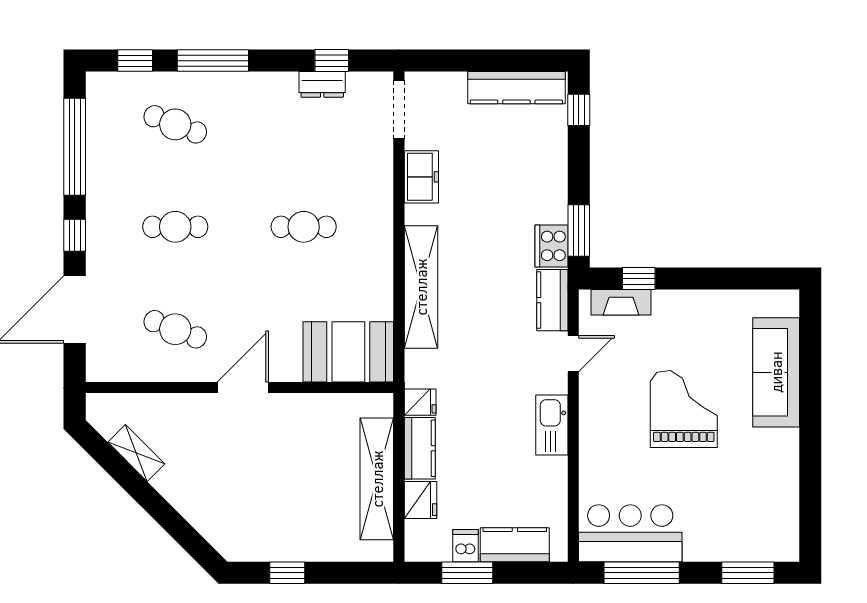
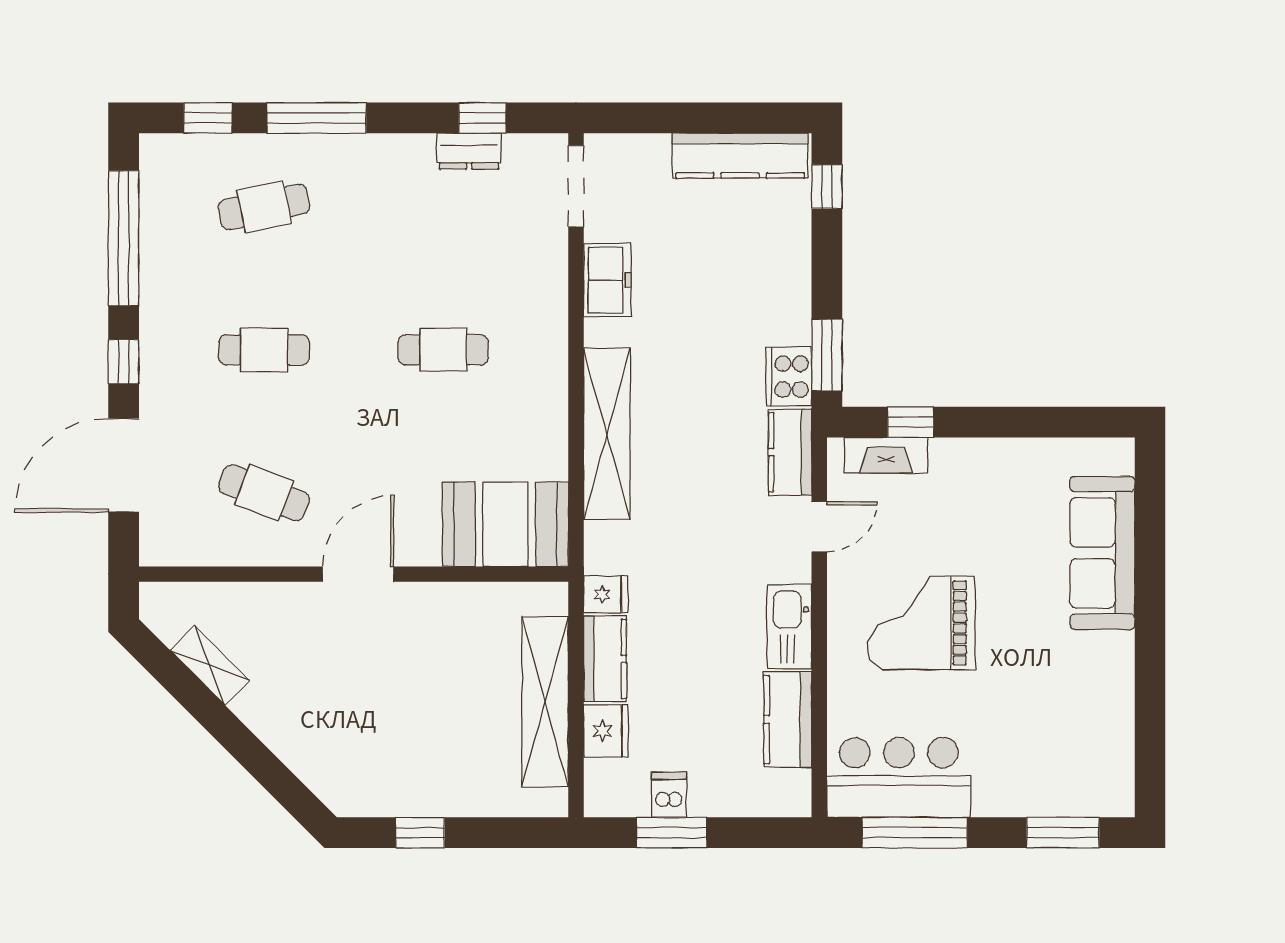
cafe table: (175, 124) -> (264, 207), turned -33
grand piano: (684, 409) -> (921, 623), moved, turned -90
kitchen counter: (515, 545) -> (788, 720), moved, turned -90

